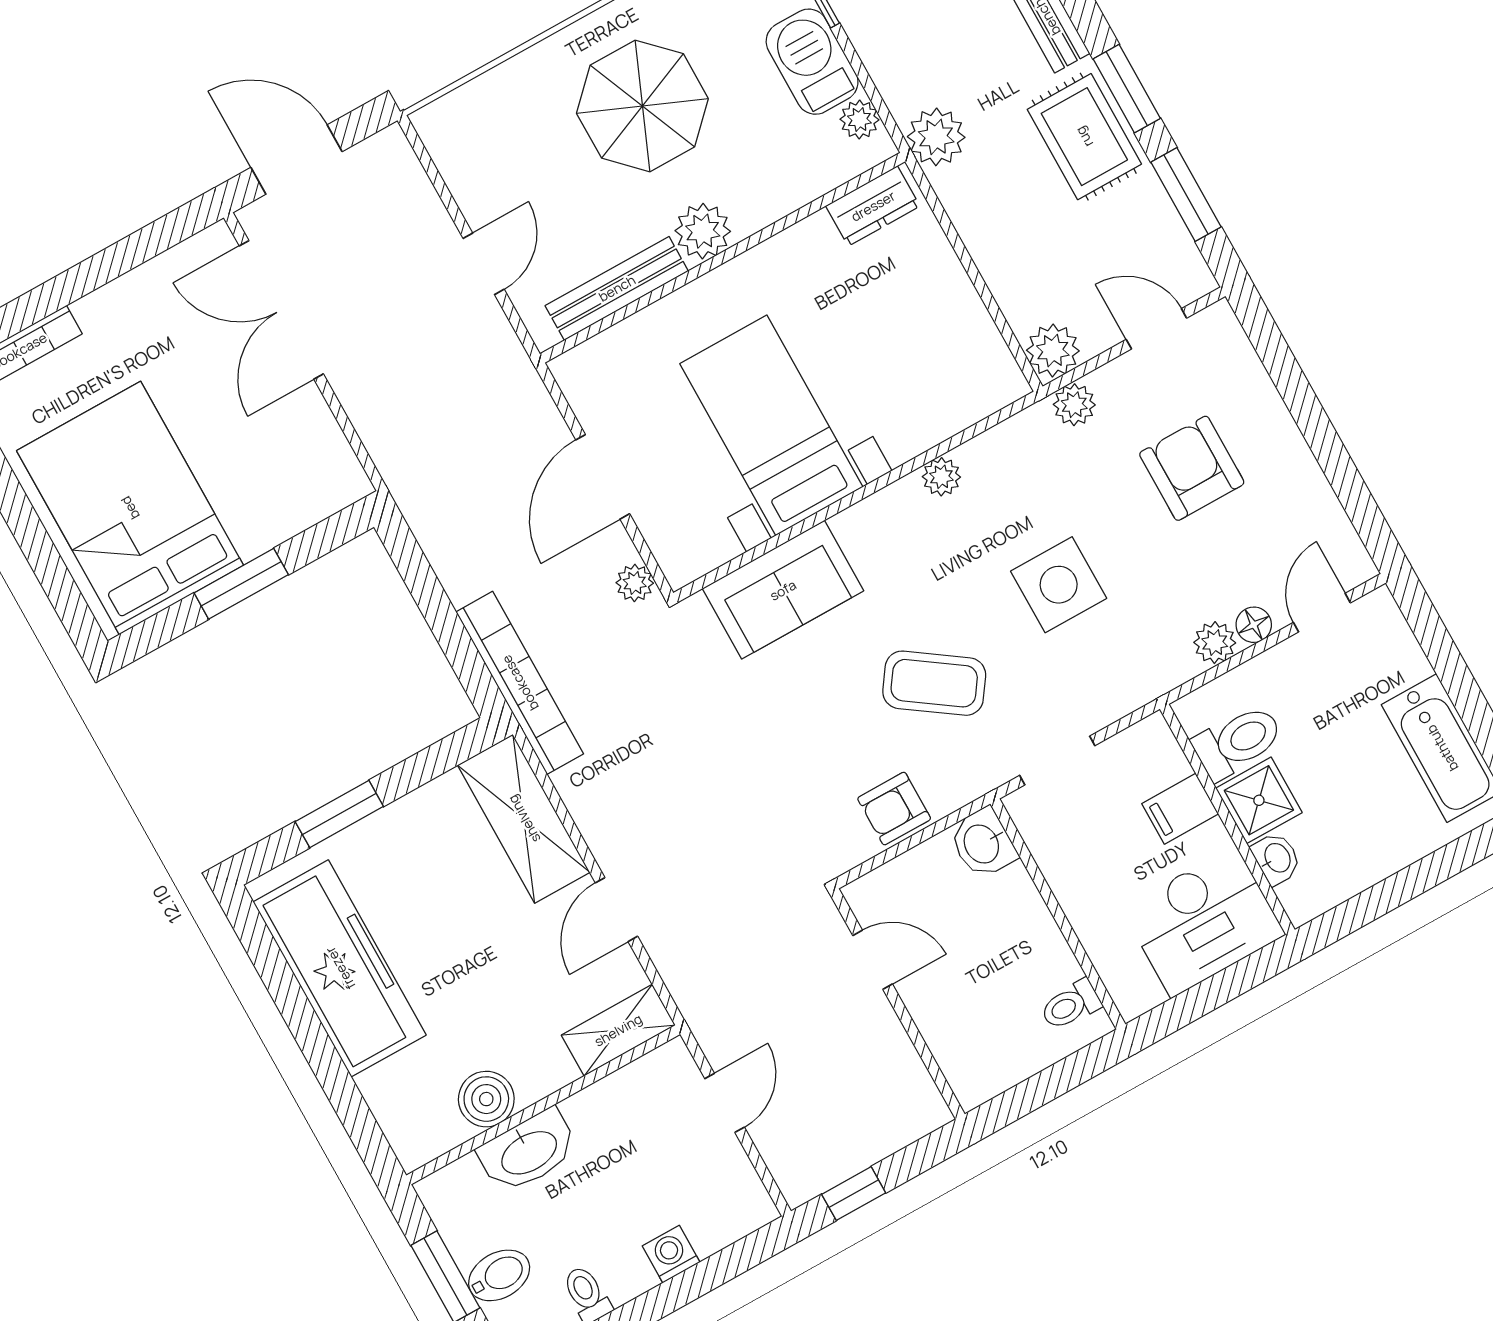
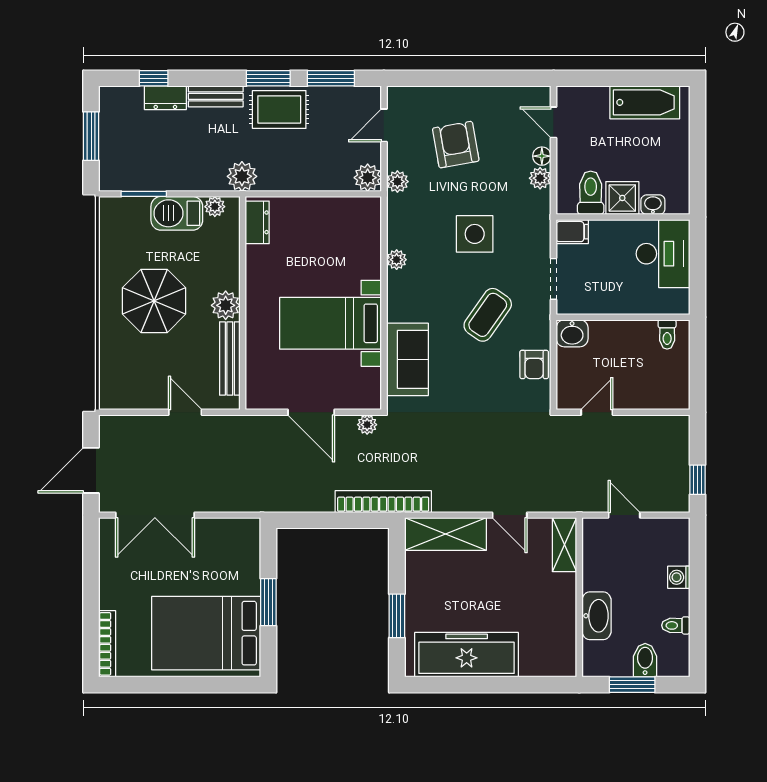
armchair: (1192, 468) -> (456, 145), turned 80
filing cabinet: (1180, 809) -> (572, 232), moved, turned -90
boiler: (486, 1099) -> (562, 622), removed

